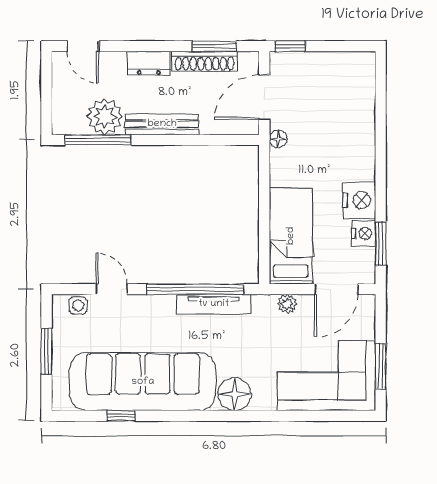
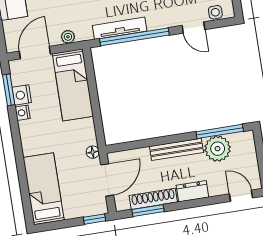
bed: (354, 99) -> (44, 189), added
nightstand: (359, 200) -> (23, 113), width x0.53, depth x0.56

